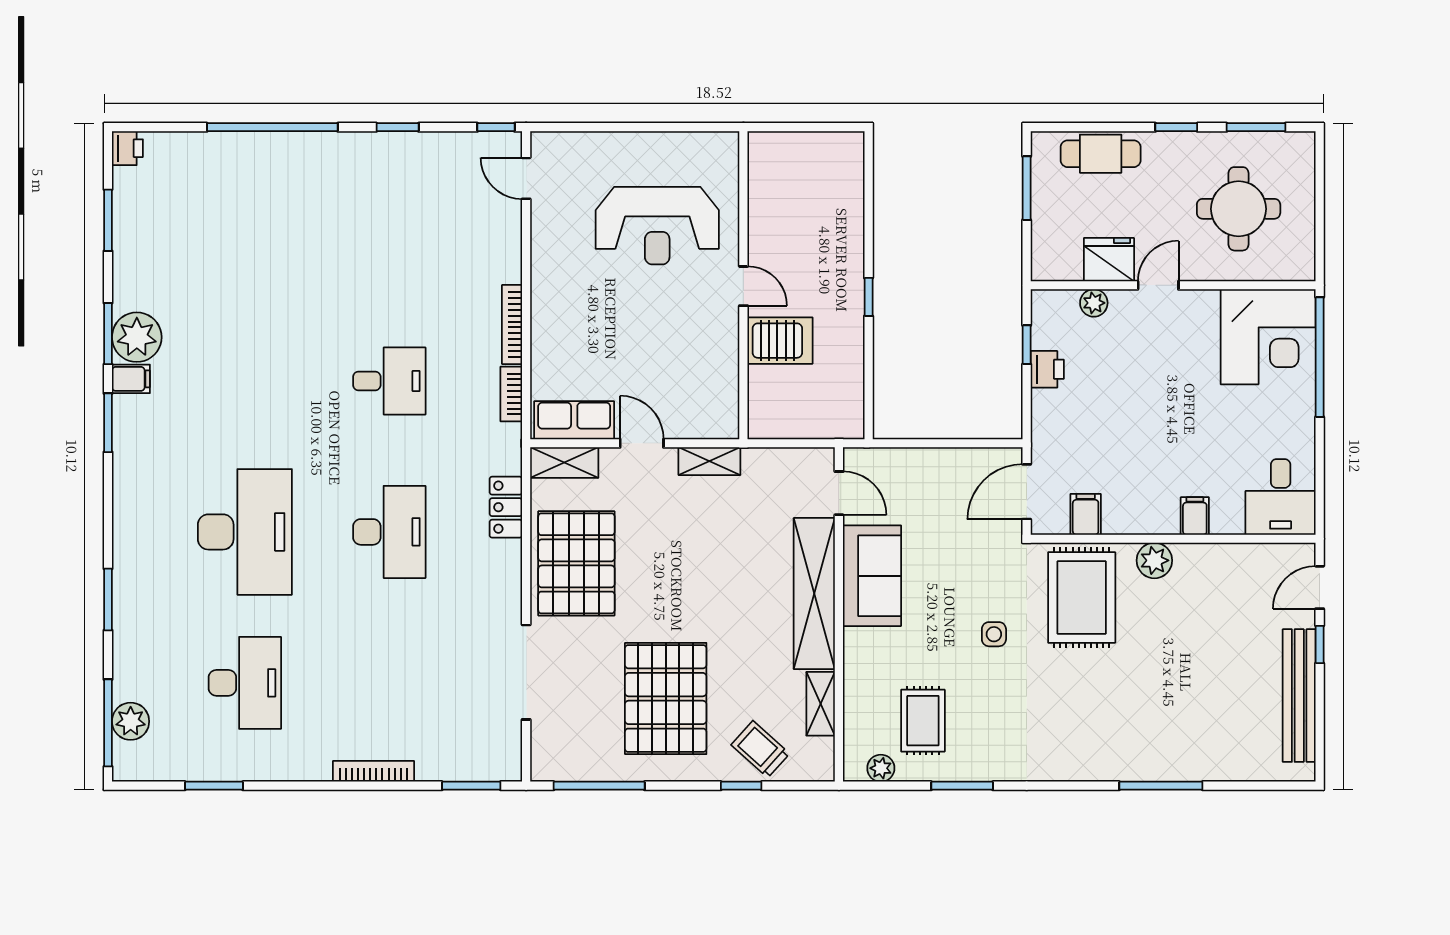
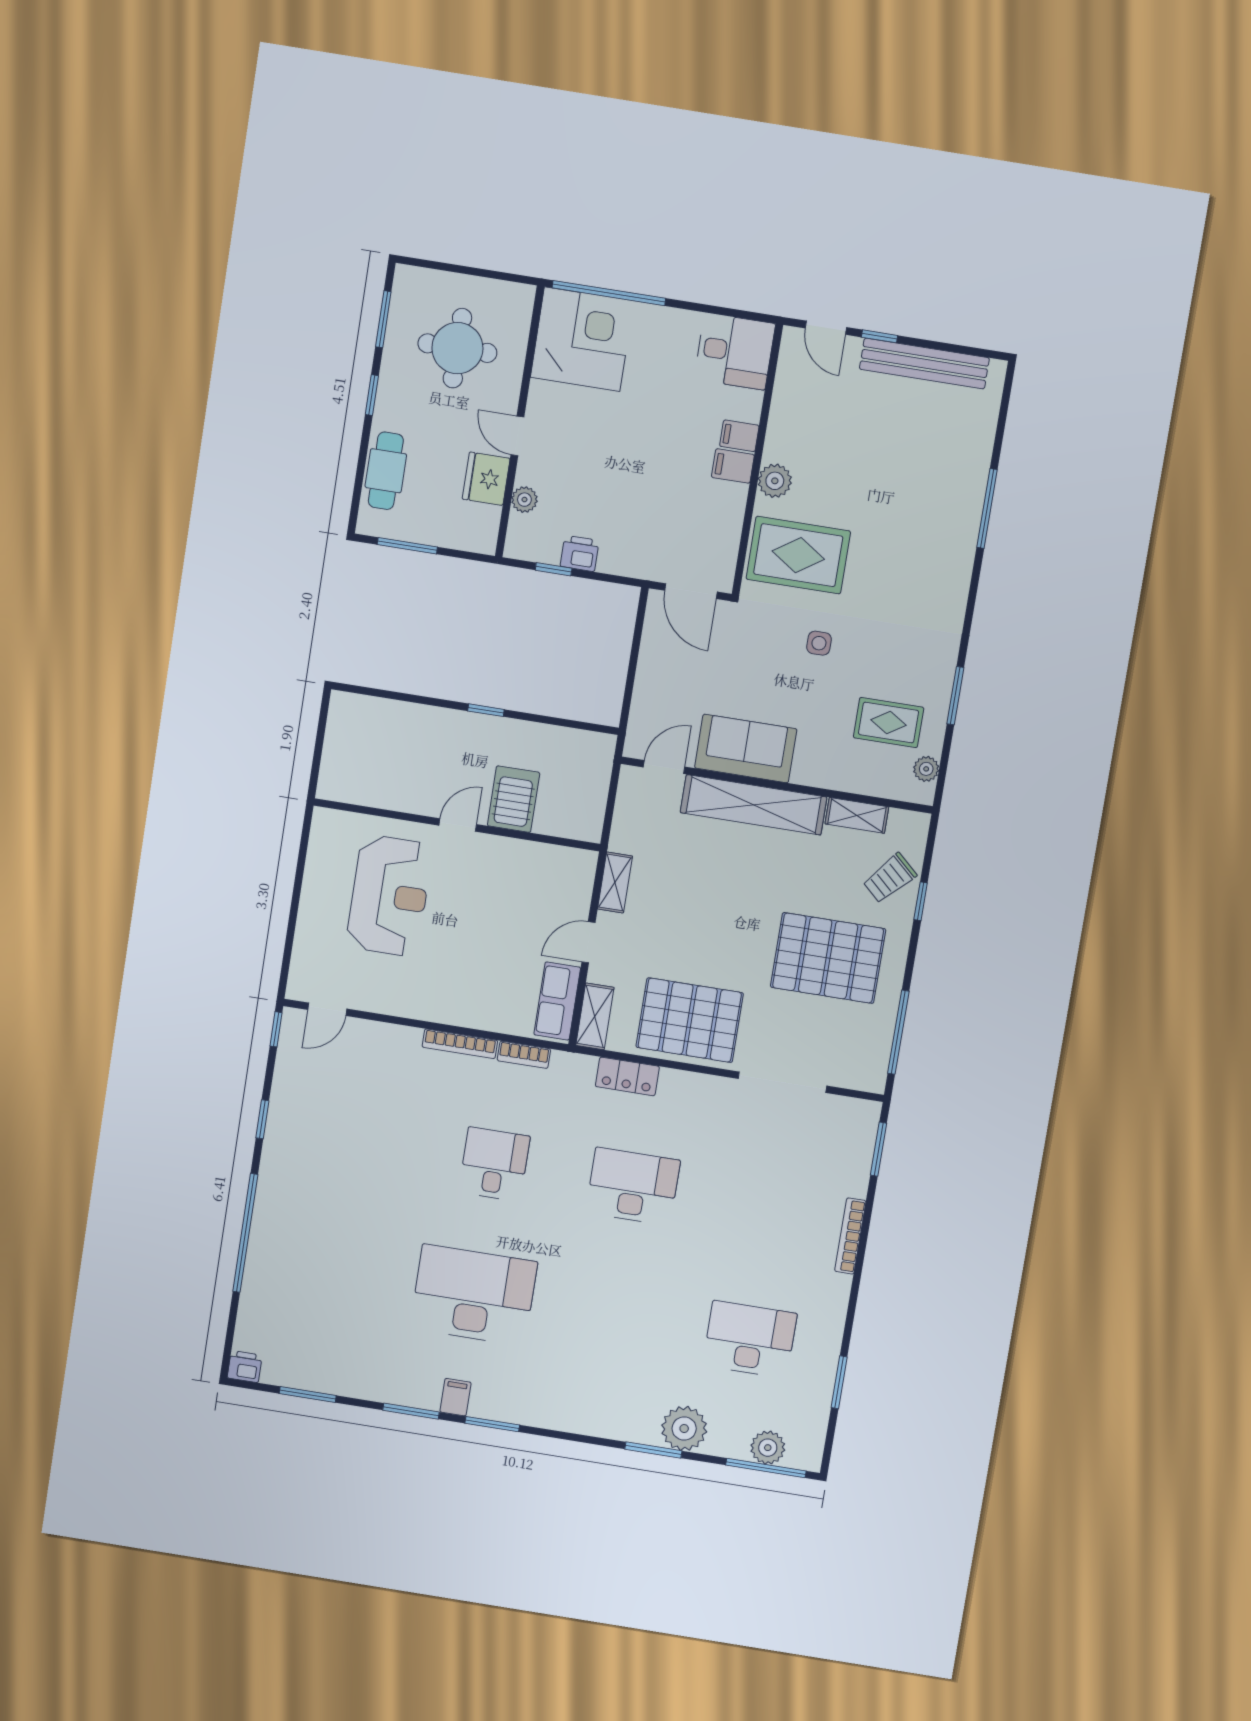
plant: (137, 337) -> (684, 1429), moved
filing cabinet: (1086, 514) -> (733, 466), moved
desk: (245, 532) -> (474, 1295), moved

